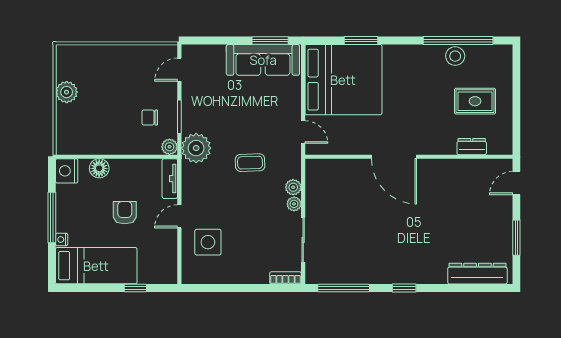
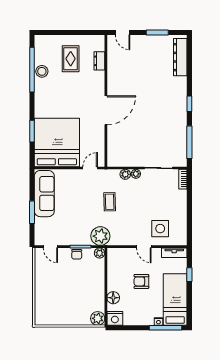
window: (270, 41) -> (32, 212), moved
plant: (67, 92) -> (98, 318), moved
chair: (150, 117) -> (77, 254), moved
tv unit: (170, 179) -> (174, 253), moved
window: (52, 217) -> (166, 328), moved

